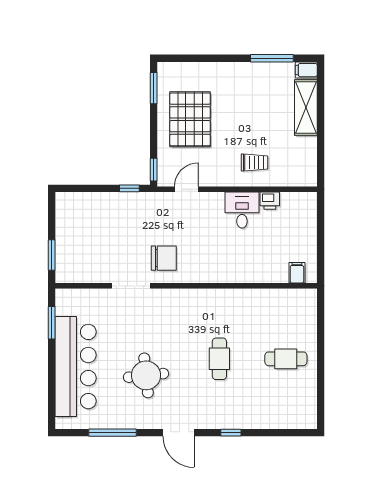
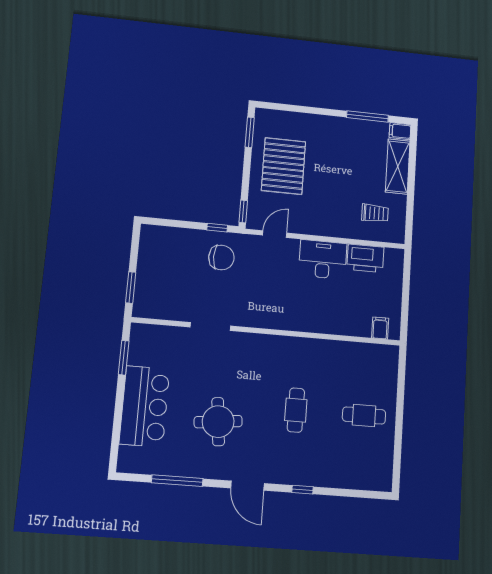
trolley: (254, 162) -> (375, 213), moved
printer: (270, 201) -> (365, 258), width x1.87, depth x1.48
desk: (242, 210) -> (323, 259), width x1.37
chair: (164, 258) -> (221, 258), moved
bar counter: (76, 367) -> (144, 406), width x0.73

